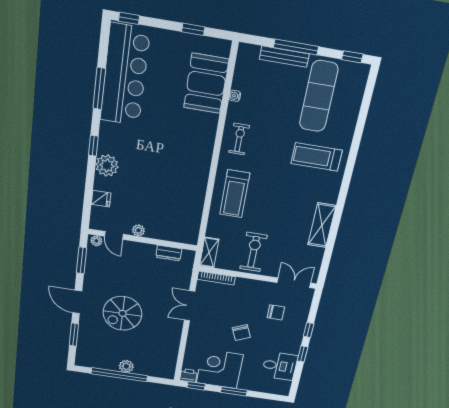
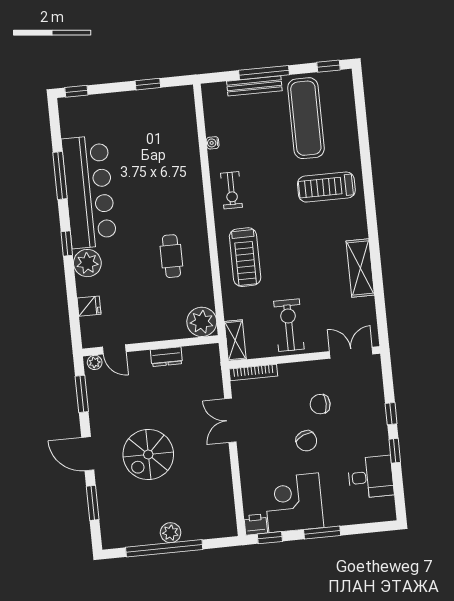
bar counter: (125, 75) -> (89, 192), moved
booth: (206, 83) -> (177, 138), removed
exercise bike: (239, 139) -> (231, 190), turned 180
cafe table: (176, 178) -> (171, 256), added
plant: (138, 230) -> (202, 322), moved, width x1.88, depth x1.88
dresser: (169, 253) -> (166, 357), moved
chair: (276, 312) -> (320, 404), moved, turned 180

